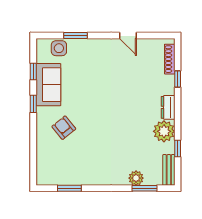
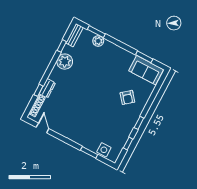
door: (128, 35) -> (43, 128), moved
sofa: (48, 85) -> (146, 70), moved, turned -90
dresser: (168, 107) -> (47, 88), moved

